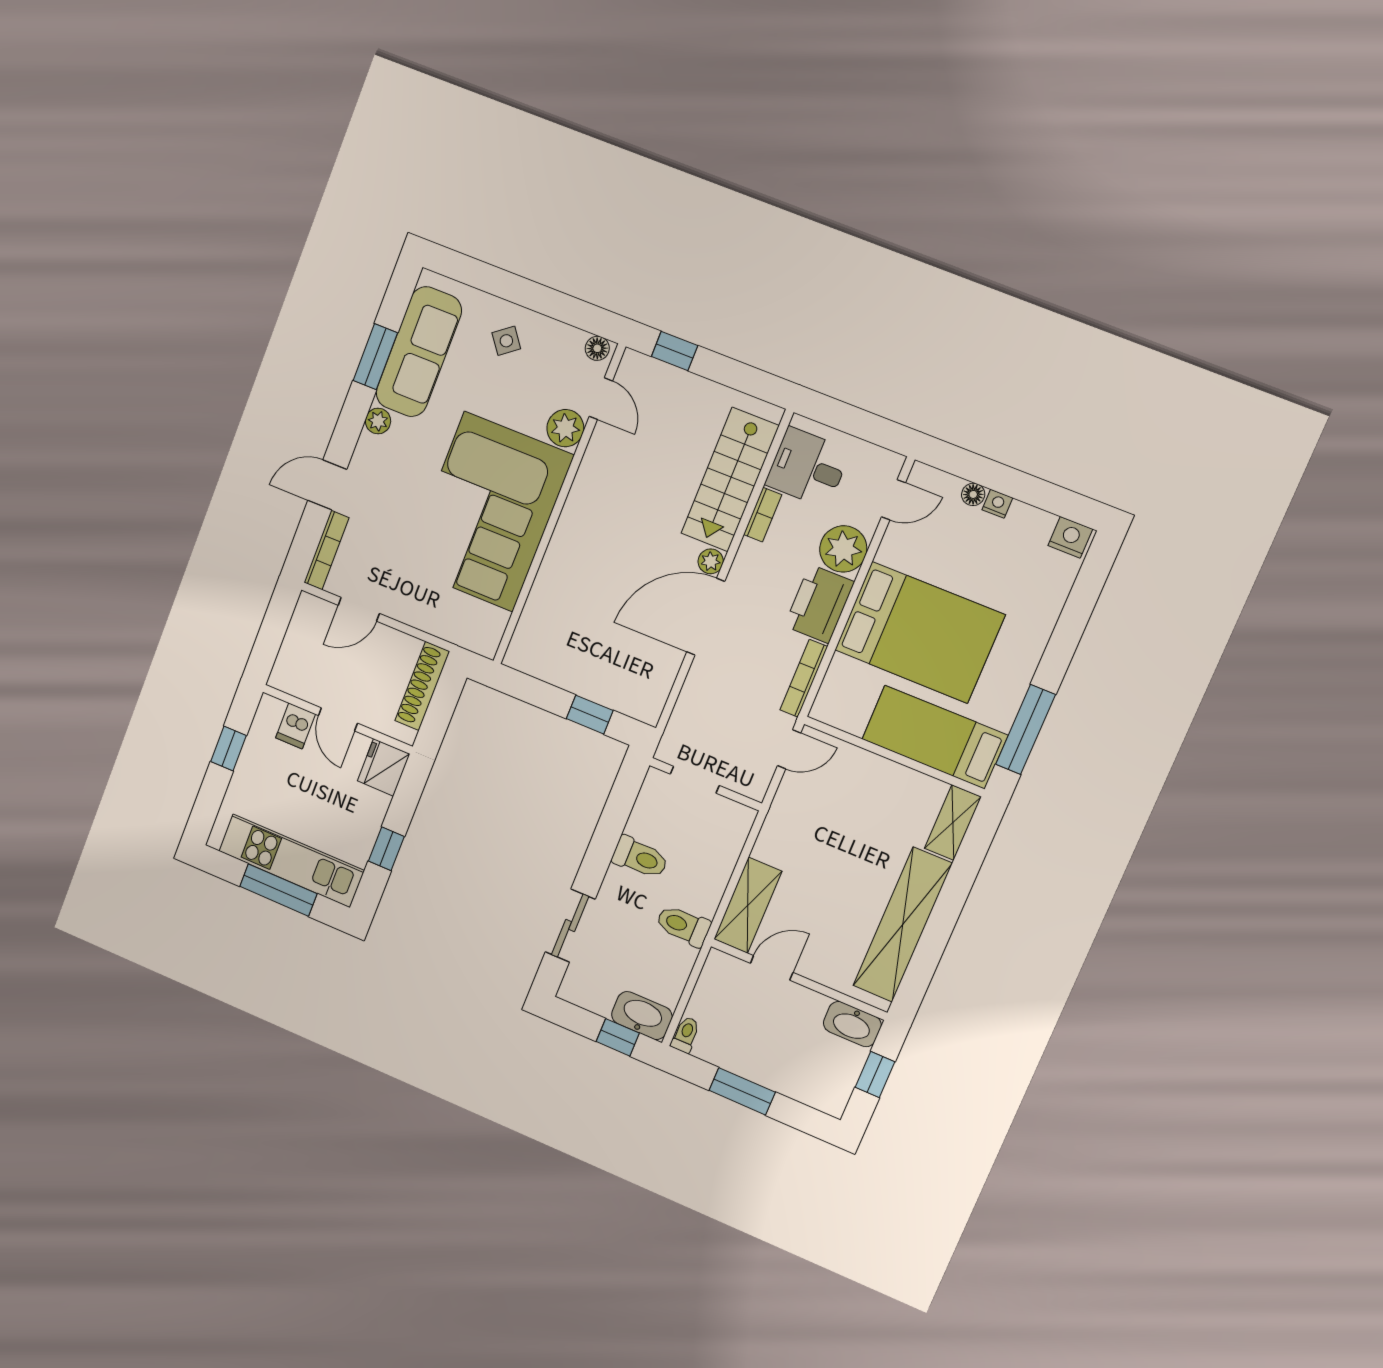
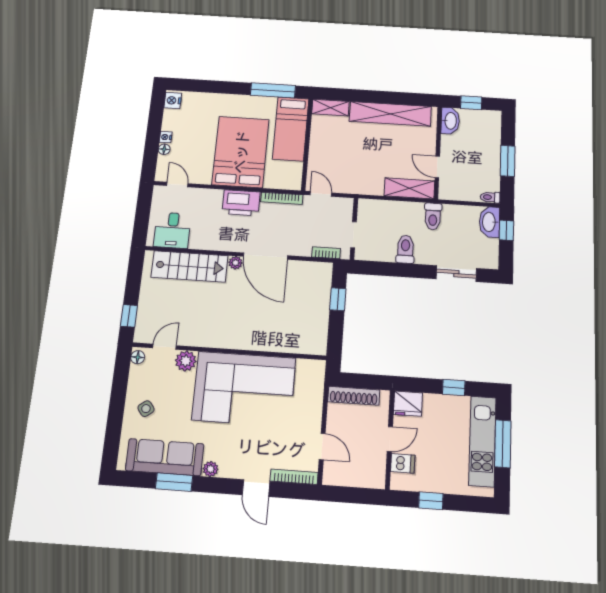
bookcase: (763, 515) -> (326, 253), moved
plant: (843, 549) -> (209, 200), removed

